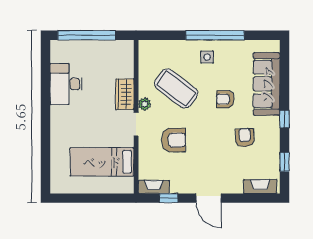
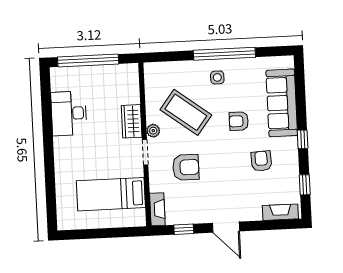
fireplace: (154, 187) -> (157, 209), moved, turned 90

